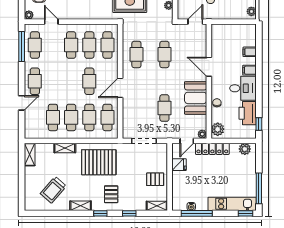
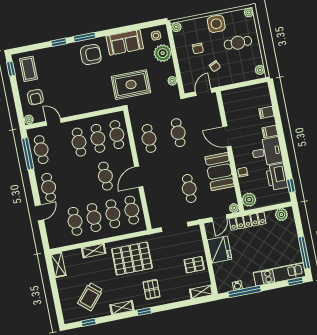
fridge: (179, 165) -> (220, 250), width x1.88, depth x1.34
window: (129, 213) -> (89, 322), moved

